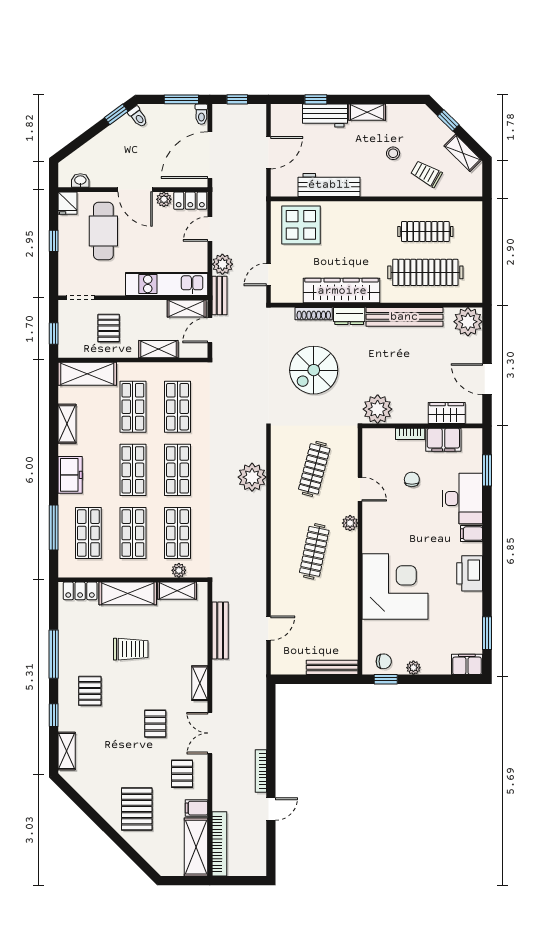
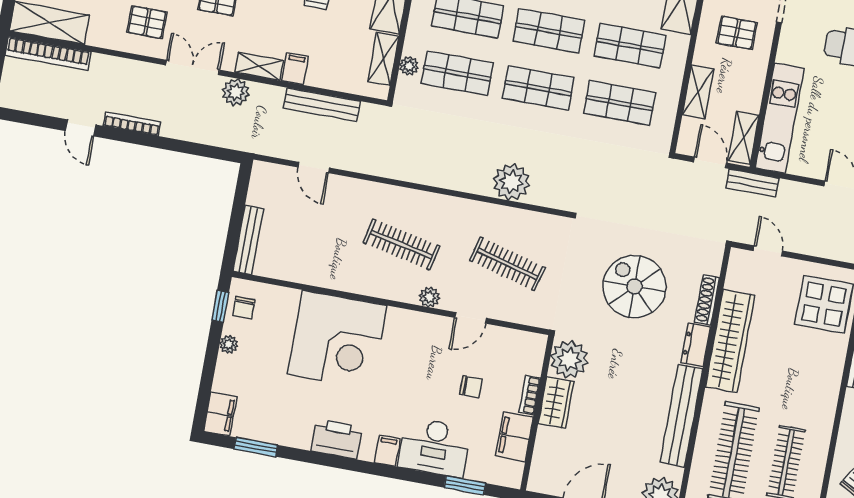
plant: (222, 264) -> (236, 92), moved
wardrobe: (447, 413) -> (556, 403), moved
filing cabinet: (196, 808) -> (295, 68), moved

